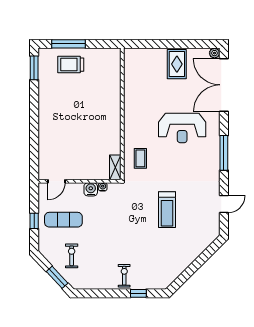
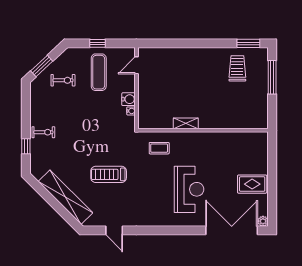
trolley: (71, 65) -> (237, 68), moved
reception desk: (182, 128) -> (189, 189), turned 180
window: (224, 153) -> (165, 230), removed
shelving: (115, 167) -> (186, 123), moved
door: (56, 181) -> (136, 65), hinge flipped
shelving: (190, 253) -> (66, 197), added

